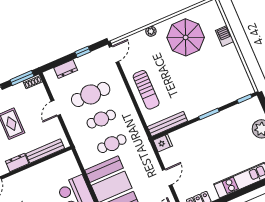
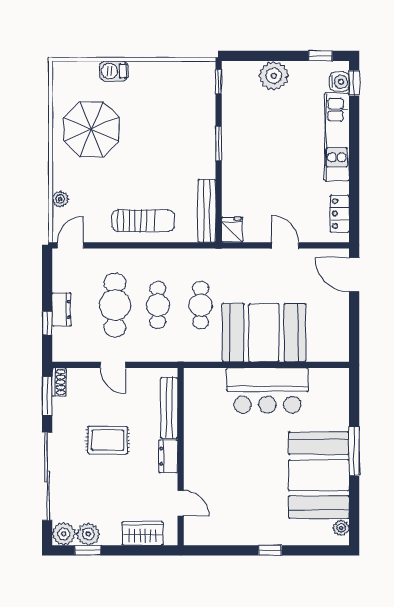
plant: (151, 31) -> (60, 199), moved
window: (83, 52) -> (47, 323), moved
door: (114, 54) -> (71, 245), hinge flipped
dresser: (66, 69) -> (62, 309), moved

